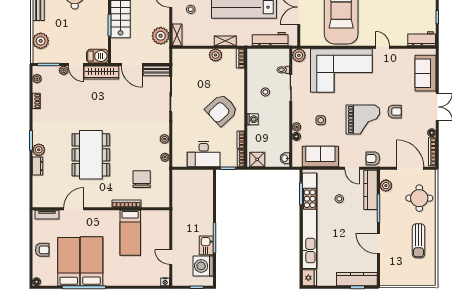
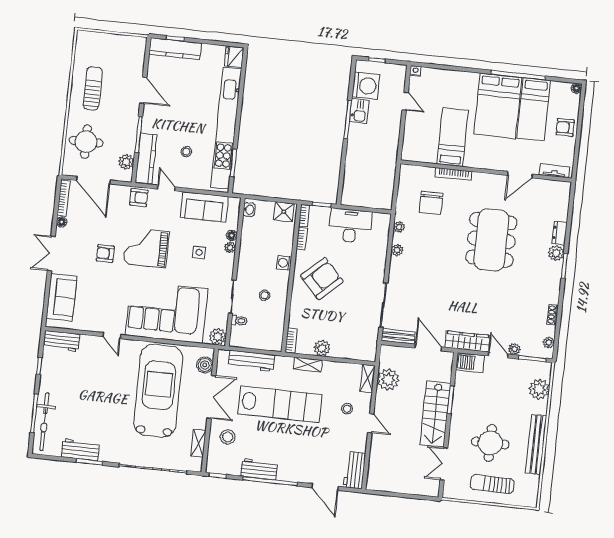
boiler: (307, 32) -> (205, 365), added
bed: (92, 261) -> (498, 106), width x1.50

